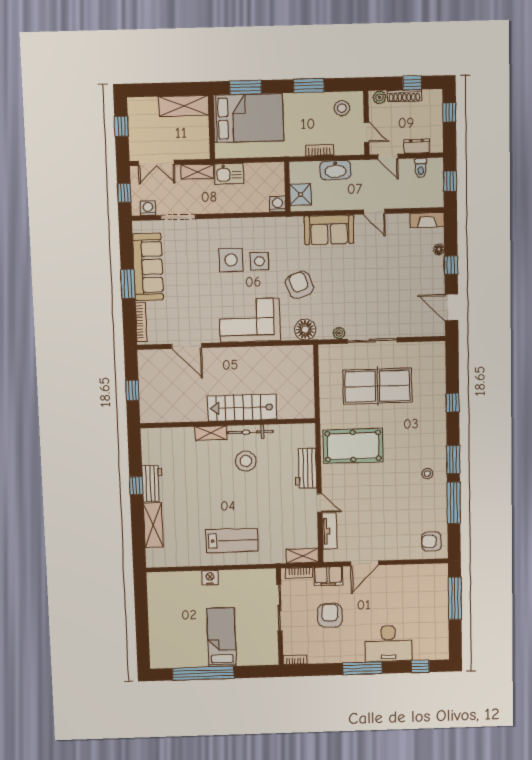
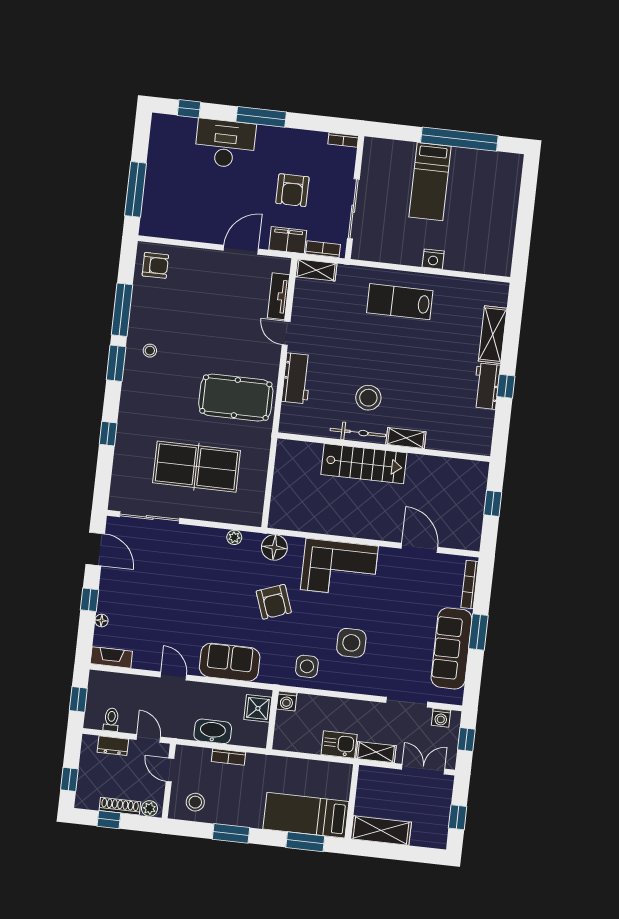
bed: (248, 118) -> (306, 815), width x0.67
side table: (259, 261) -> (307, 666), moved
sliding door: (372, 341) -> (150, 518), moved

